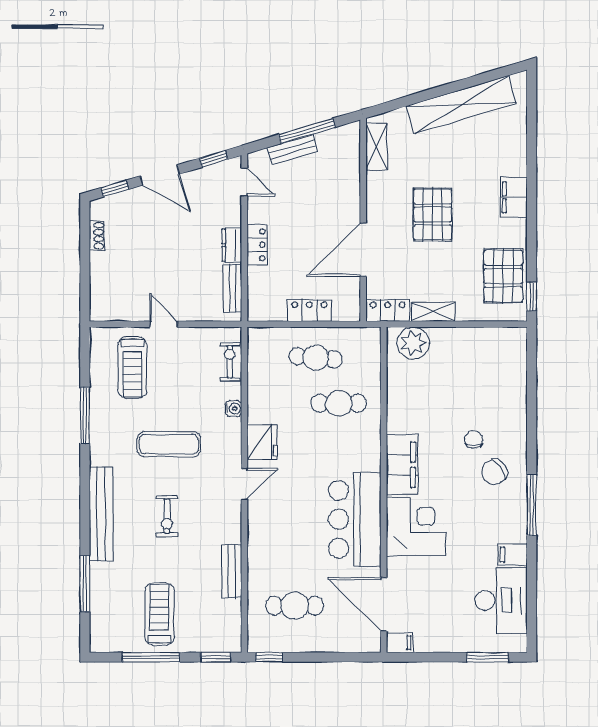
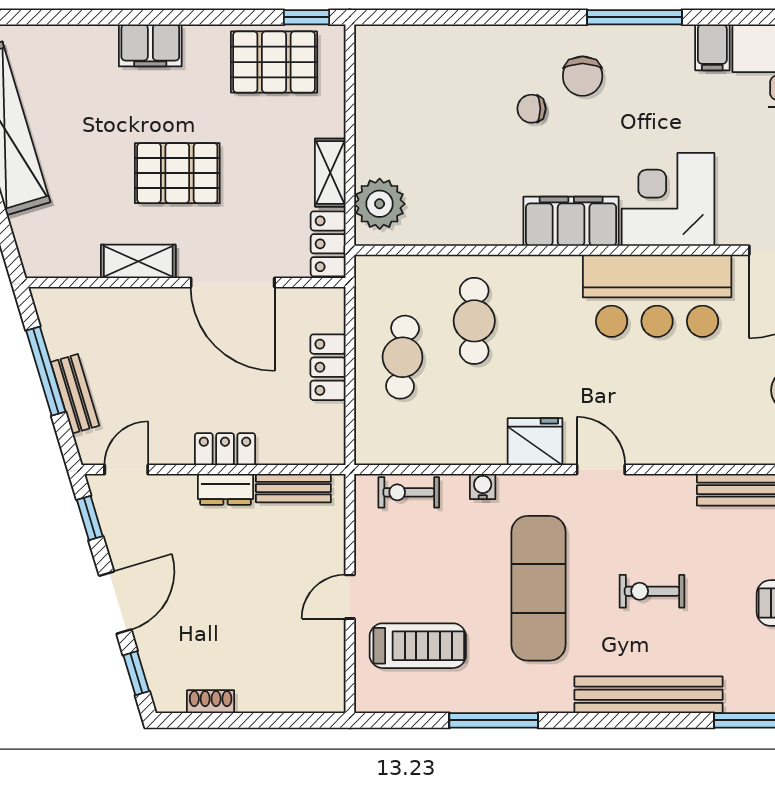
shelving: (377, 146) -> (138, 261), moved
exercise mat: (169, 444) -> (539, 588), width x1.36, depth x1.45
chair: (494, 472) -> (583, 76), turned 35
exercise bike: (167, 516) -> (652, 591), turned 180

